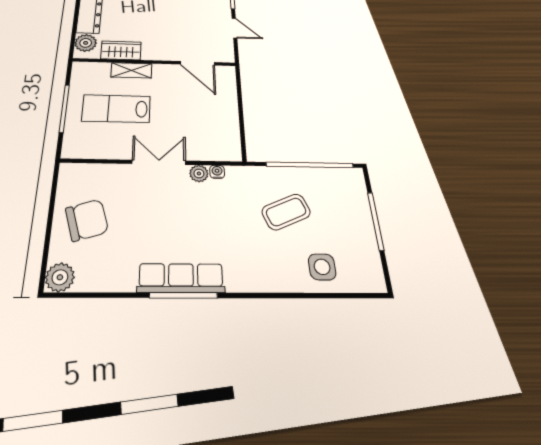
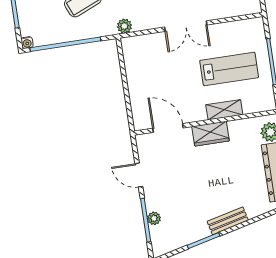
wardrobe: (121, 50) -> (211, 134), moved
water cooler: (217, 172) -> (27, 43), moved
plant: (199, 174) -> (124, 26), moved

